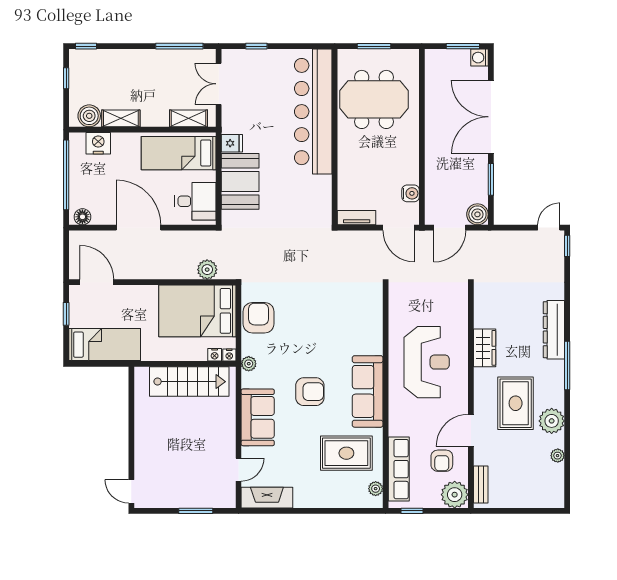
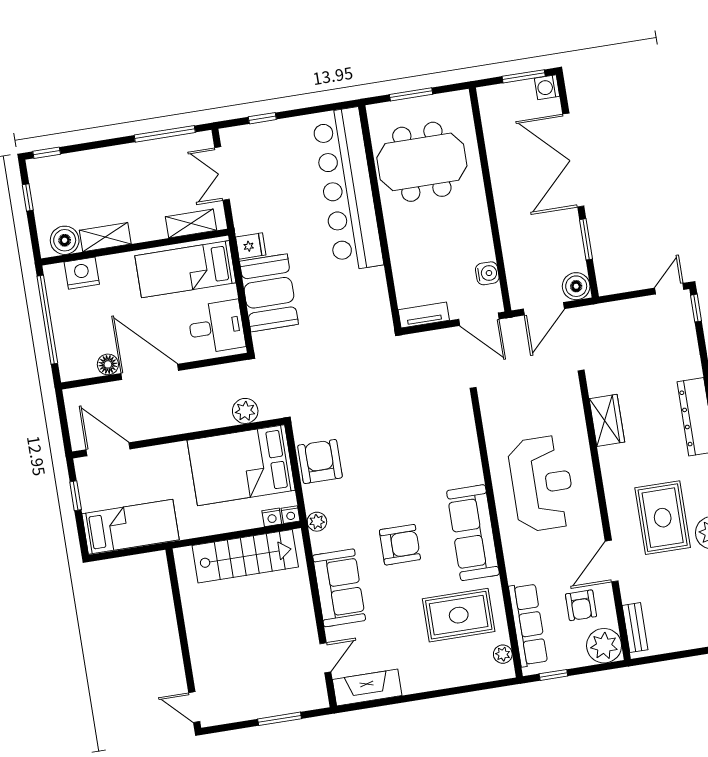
floor lamp: (82, 217) -> (108, 364), moved
wardrobe: (485, 348) -> (607, 420), moved

